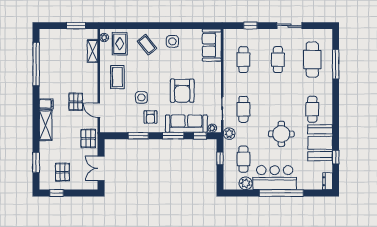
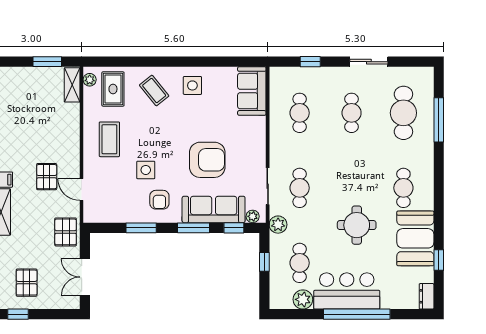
shelving: (93, 51) -> (72, 85), moved
armchair: (182, 91) -> (207, 160), turned -90

